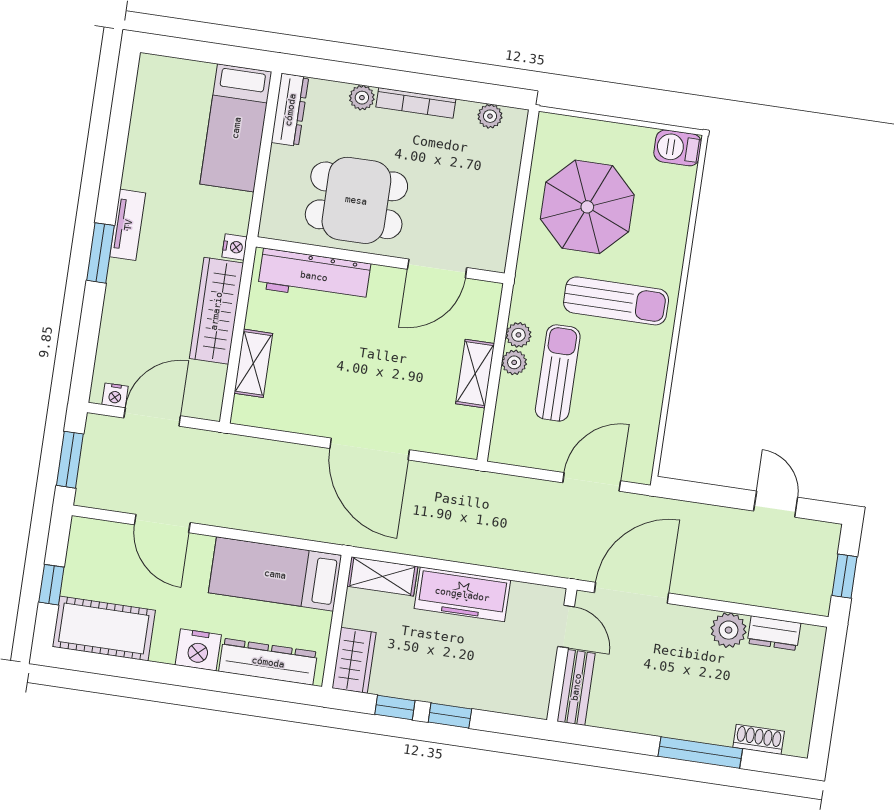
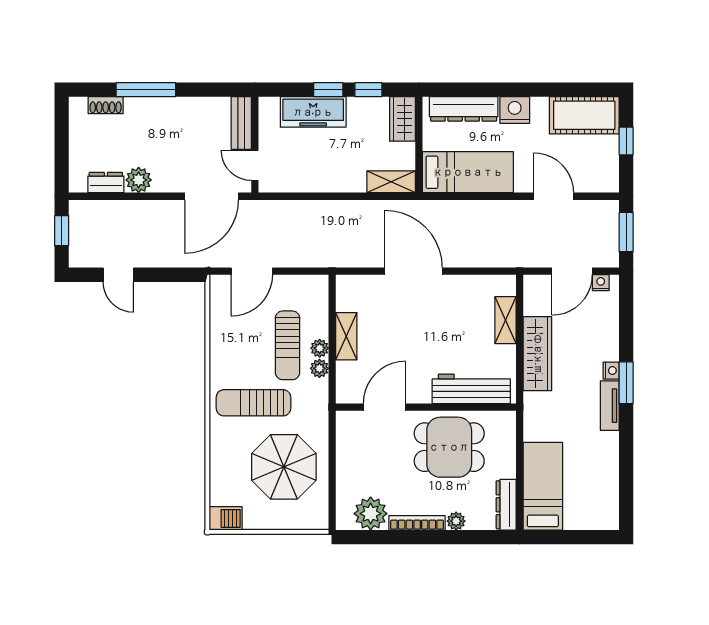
plant: (490, 116) -> (371, 514), width x1.88, depth x1.88
nightstand: (235, 247) -> (611, 371), moved, turned 180
freezer: (462, 594) -> (313, 112), moved, turned 180

